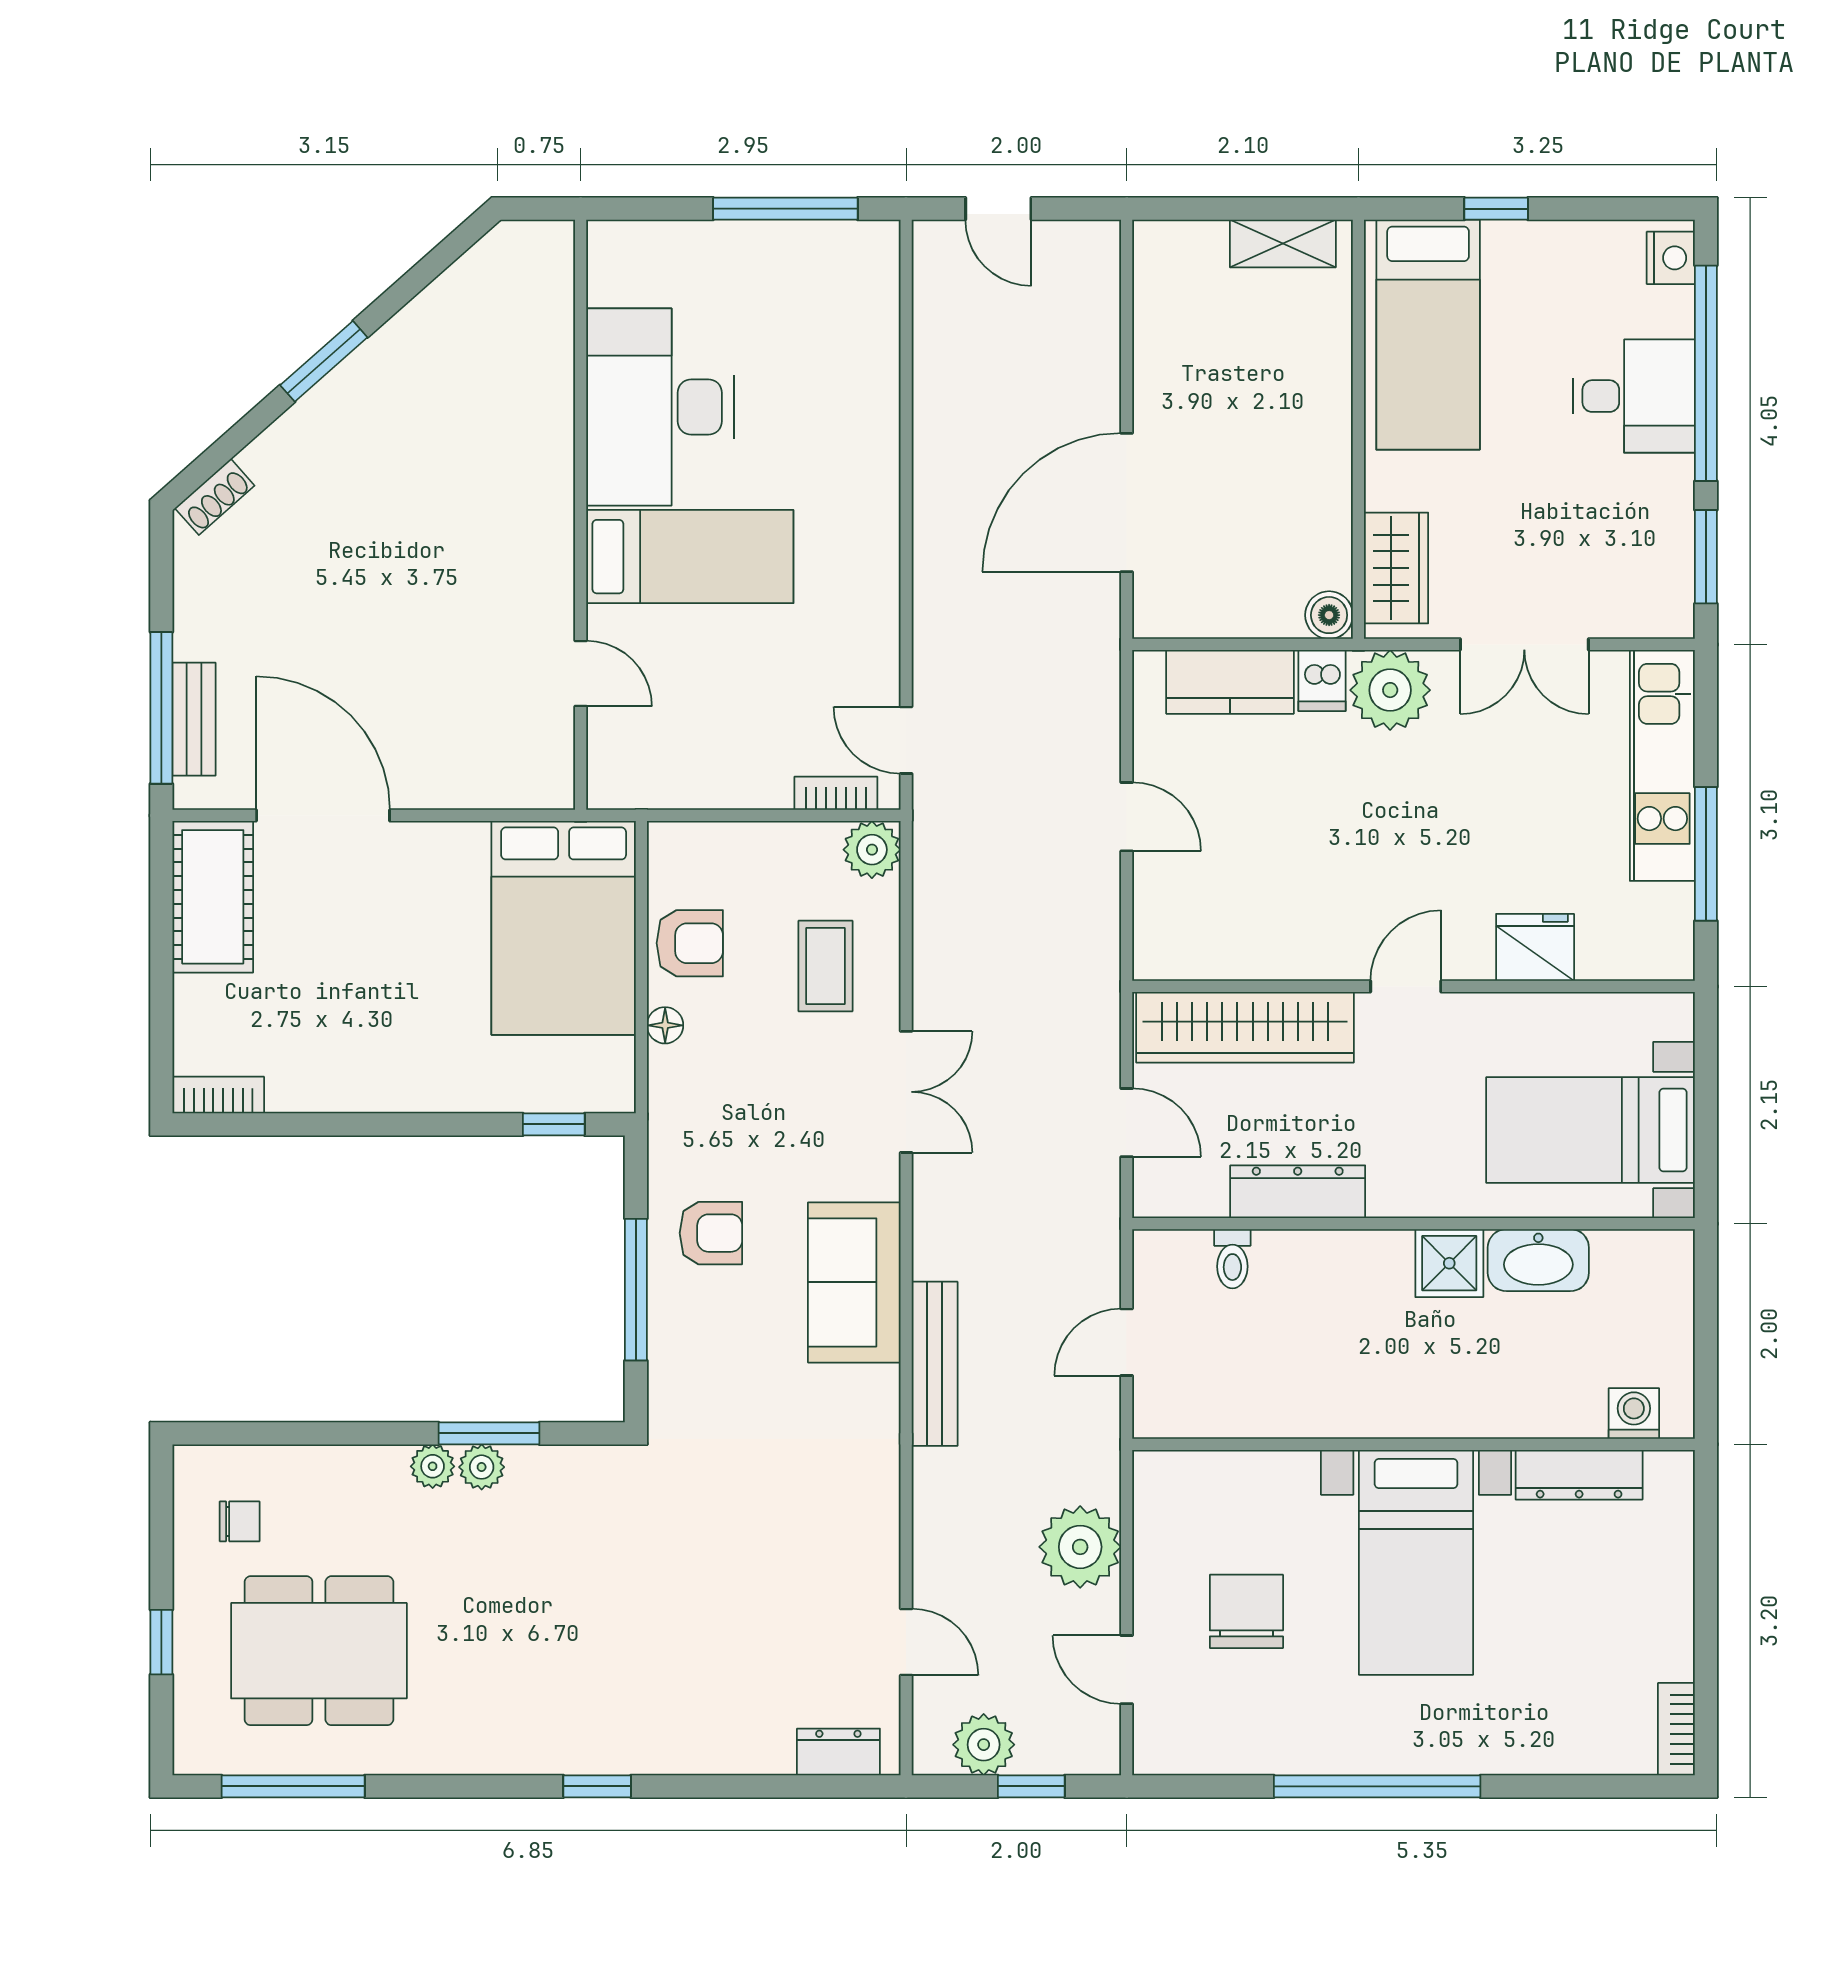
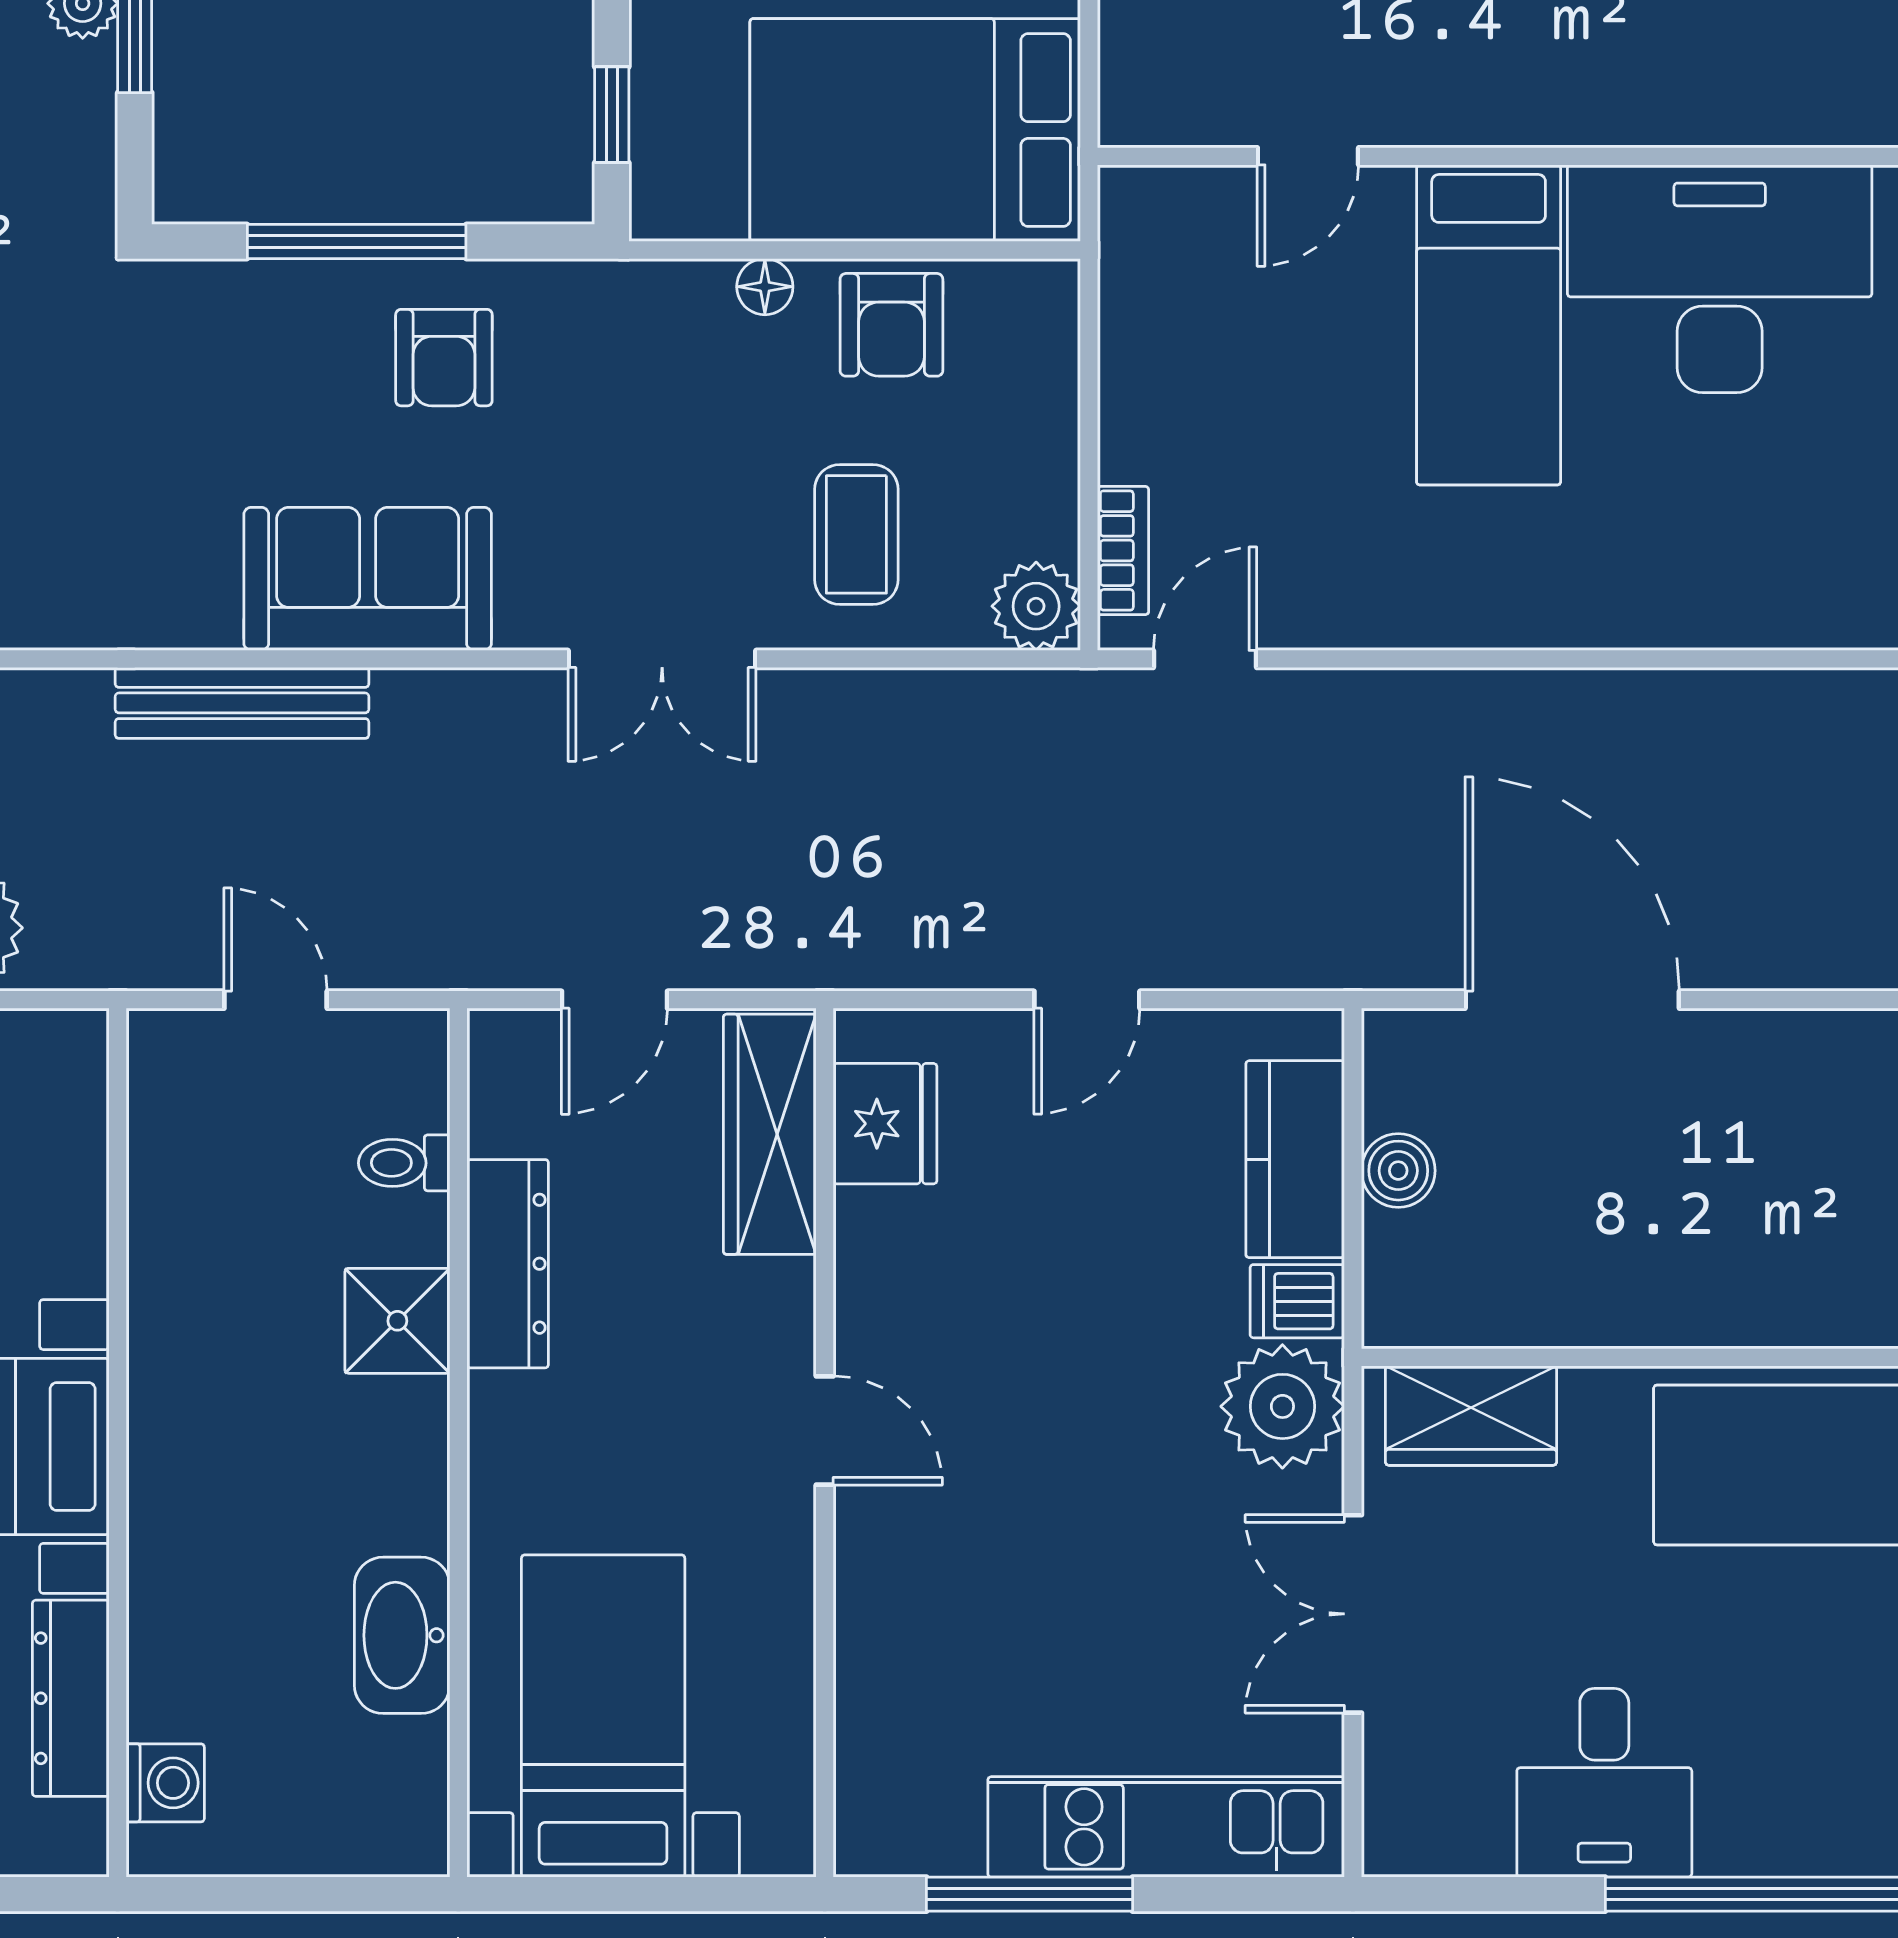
desk: (1634, 396) -> (1604, 1783), moved
window: (1706, 557) -> (1488, 1894), removed
boiler: (1329, 615) -> (1398, 1171), moved
fridge: (1535, 947) -> (885, 1124), moved
coffee table: (825, 966) -> (856, 534), turned 90
wardrobe: (1245, 1027) -> (770, 1134), width x0.71, depth x0.85
shower: (1449, 1263) -> (397, 1321), moved

